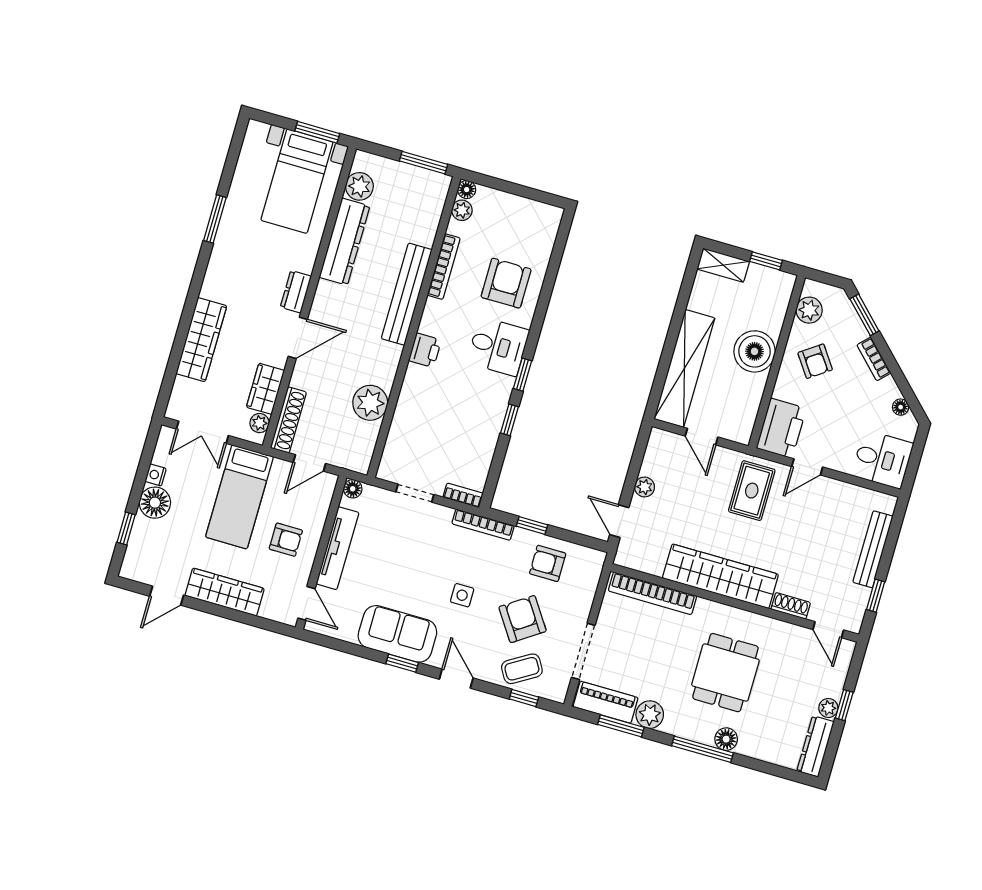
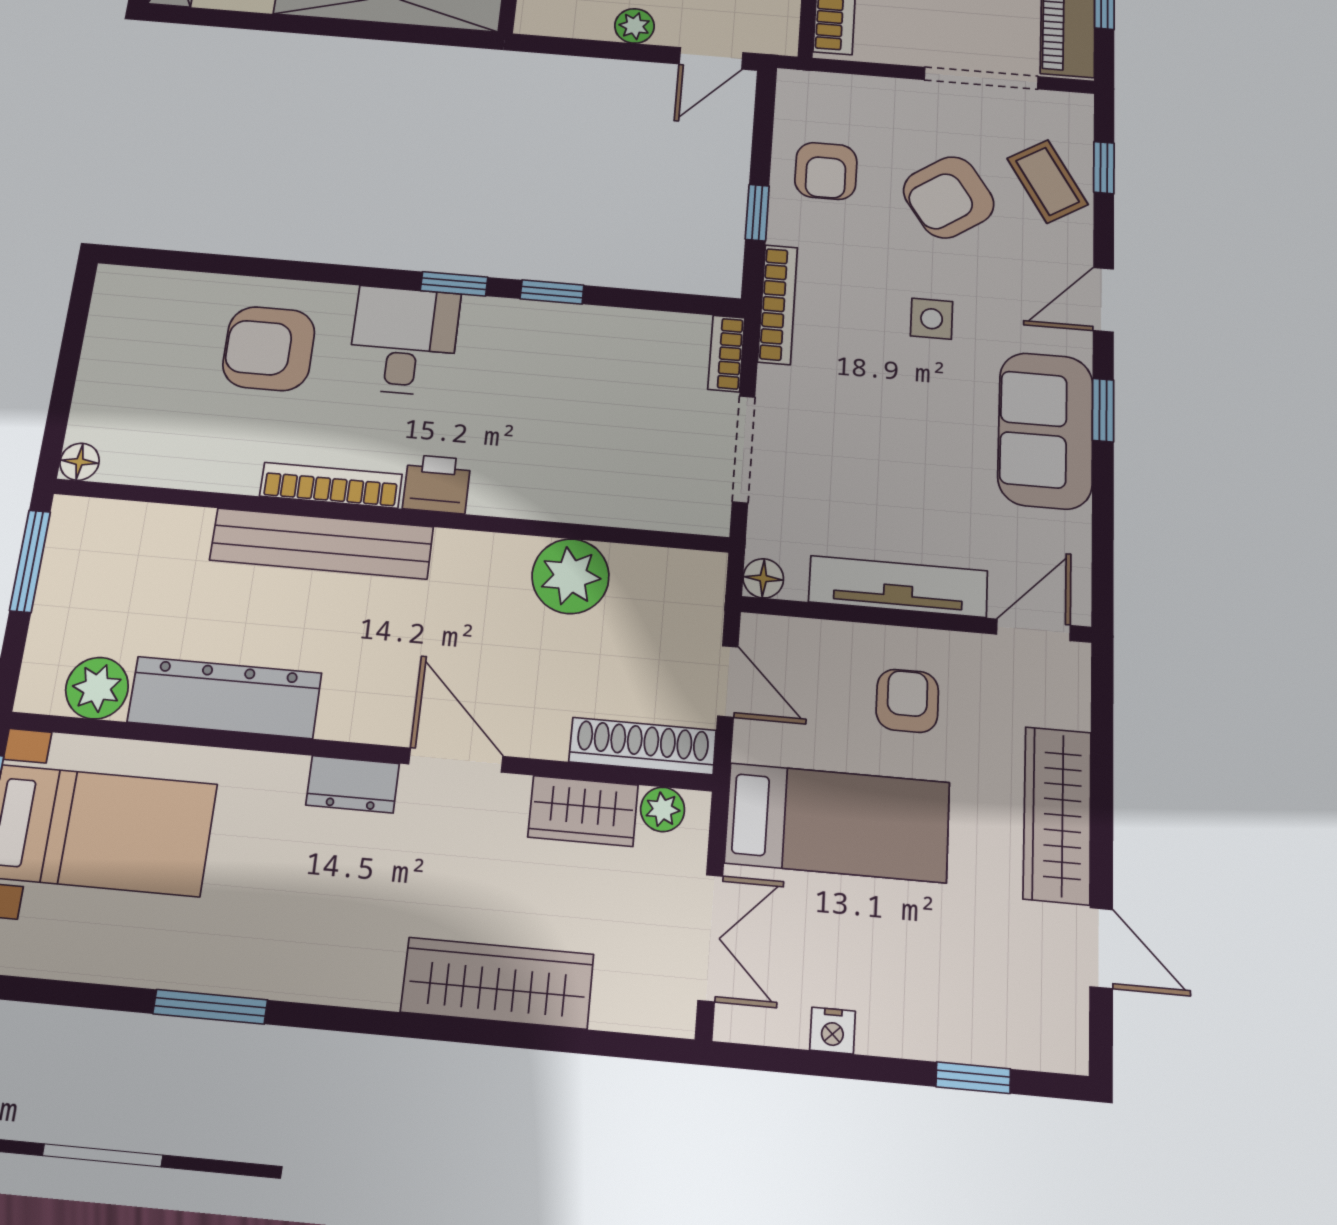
plant: (462, 210) -> (125, 463), removed
bookcase: (444, 267) -> (331, 485), moved
doorway: (415, 493) -> (744, 449), width x1.38
floor lamp: (155, 503) -> (897, 1019), removed

